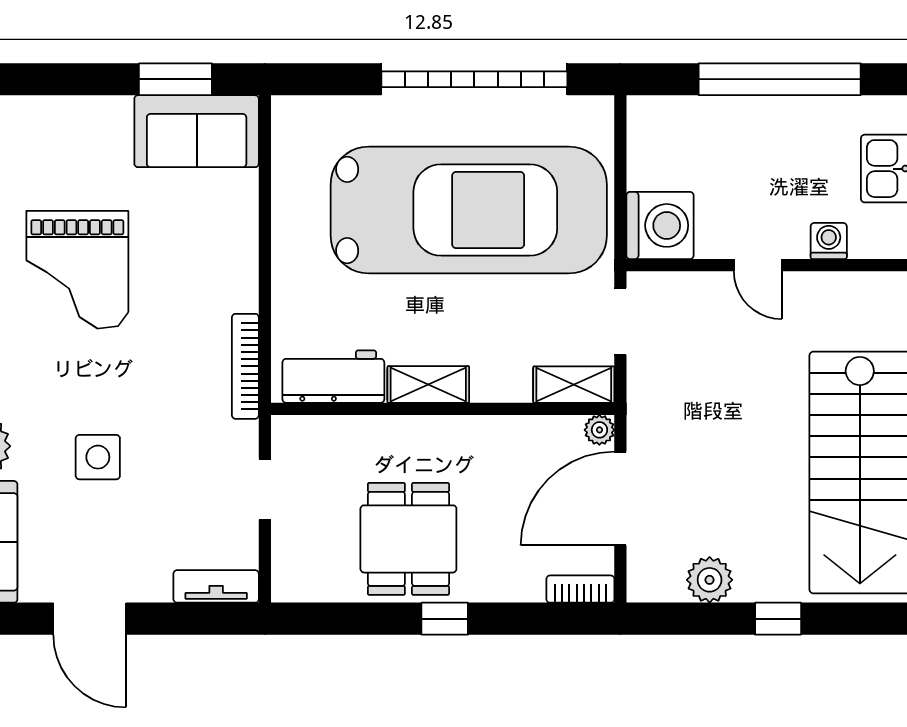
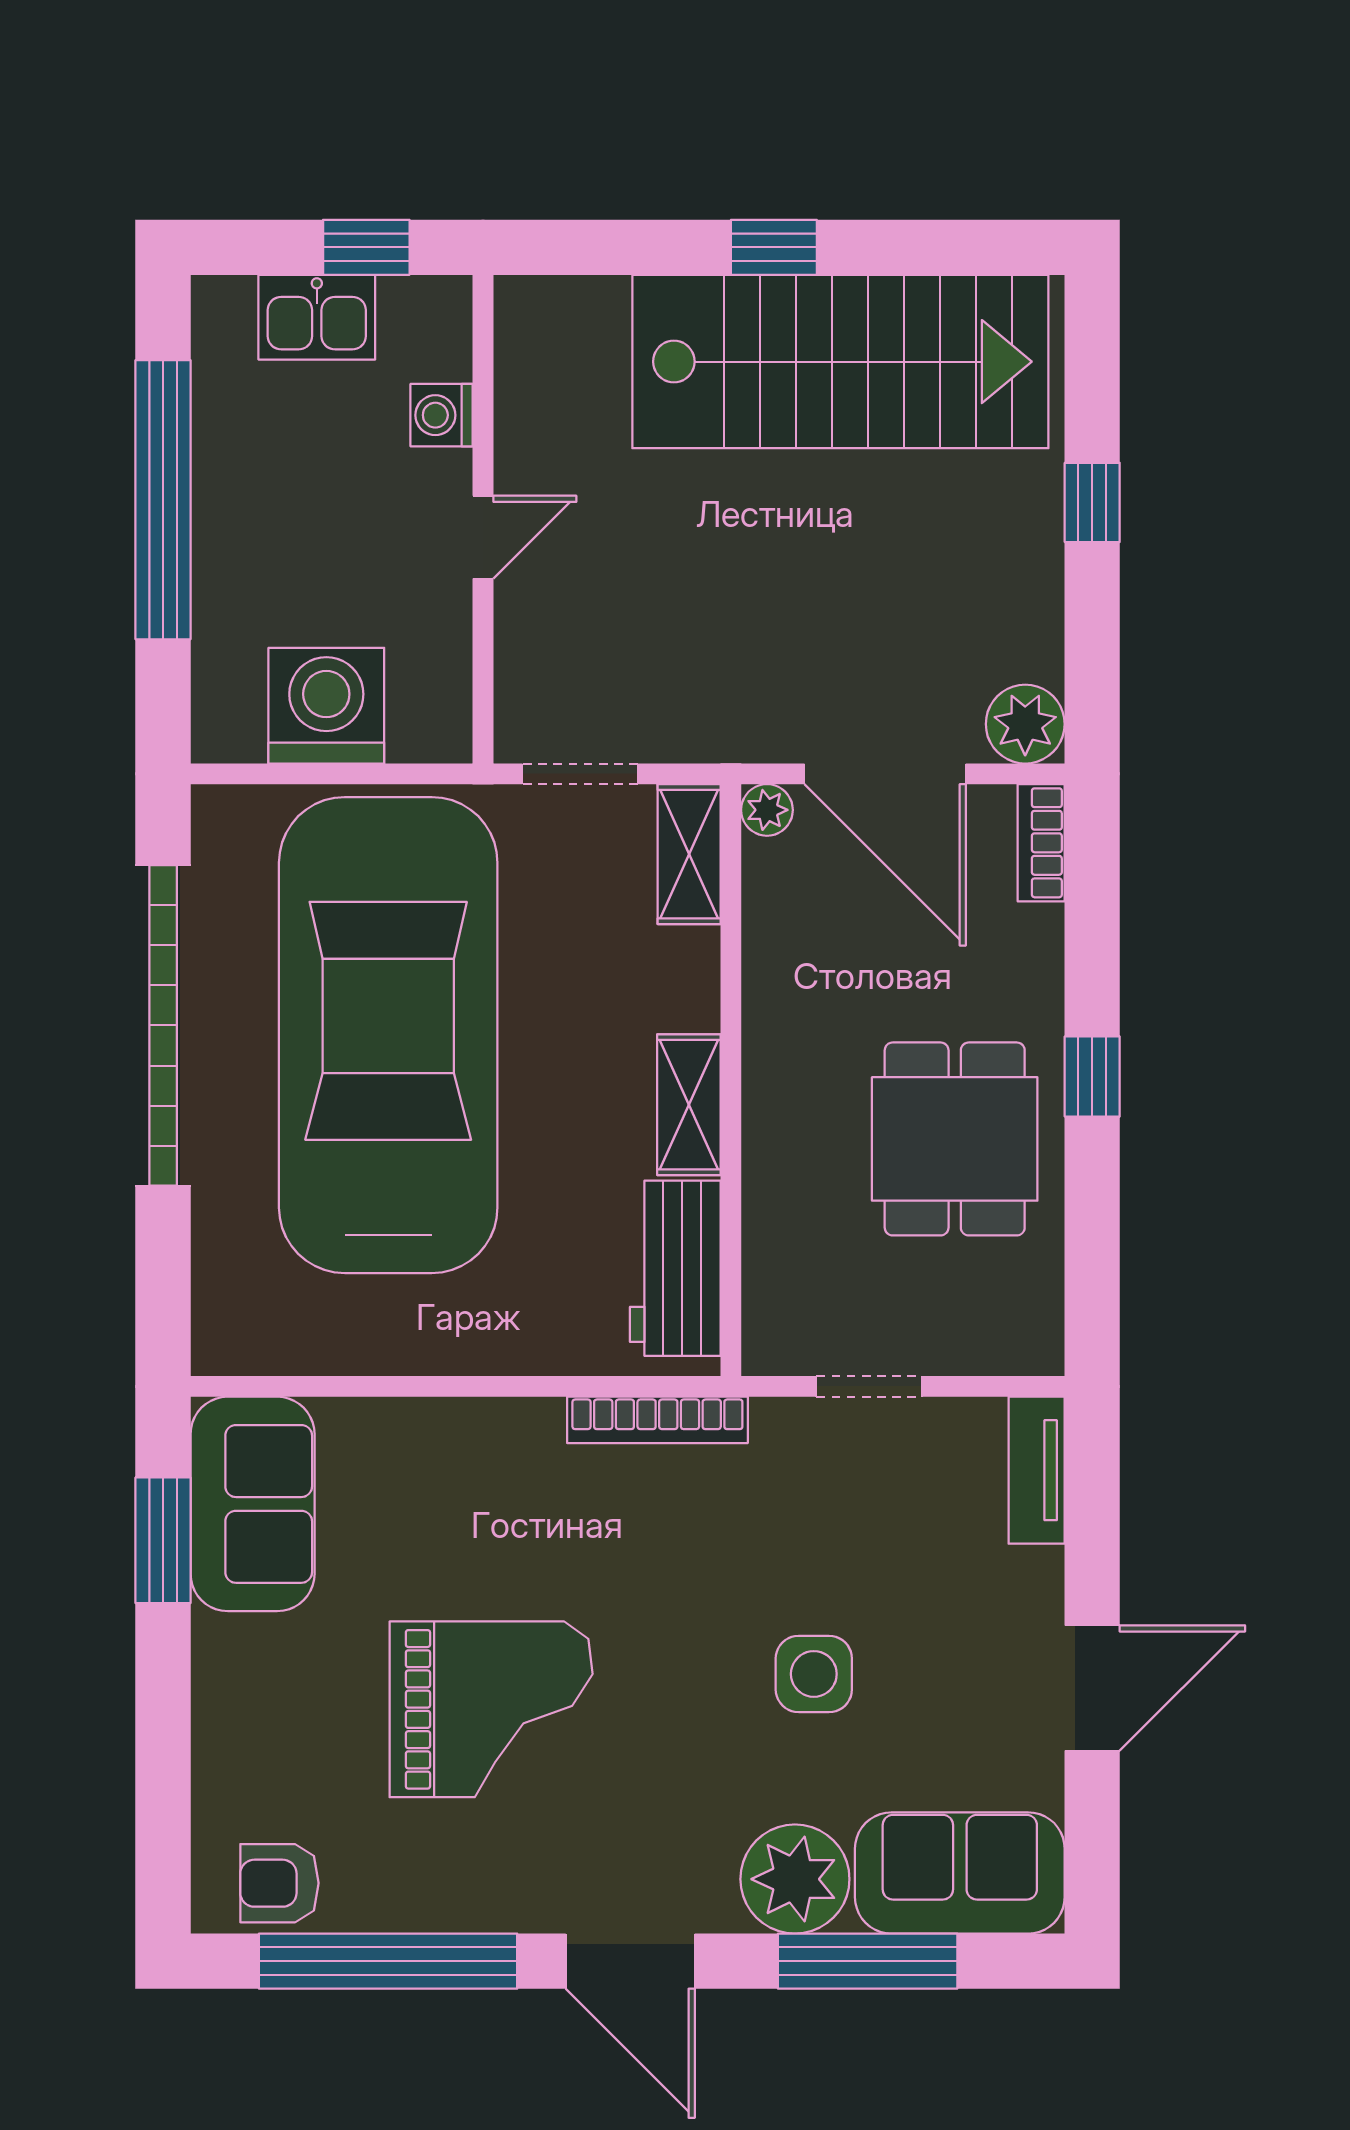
washing machine: (660, 225) -> (326, 706), moved
dining table: (408, 539) -> (955, 1139), turned 90
plant: (710, 580) -> (1025, 724), moved

